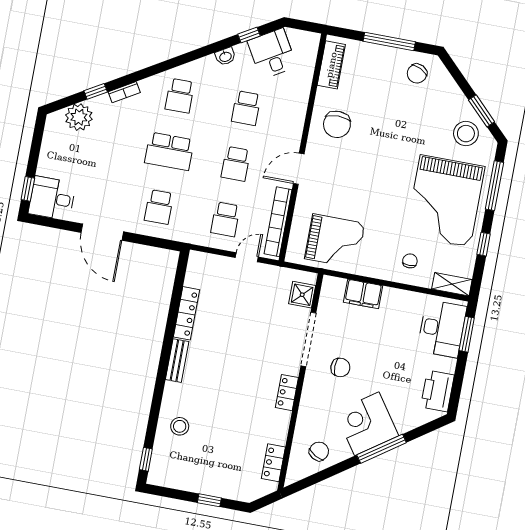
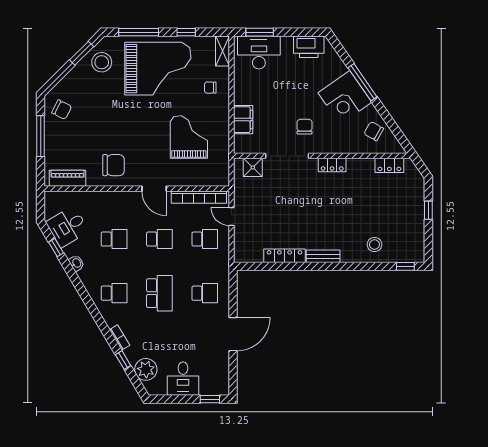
desk: (52, 198) -> (183, 379), moved
grand piano: (335, 241) -> (189, 137), moved

